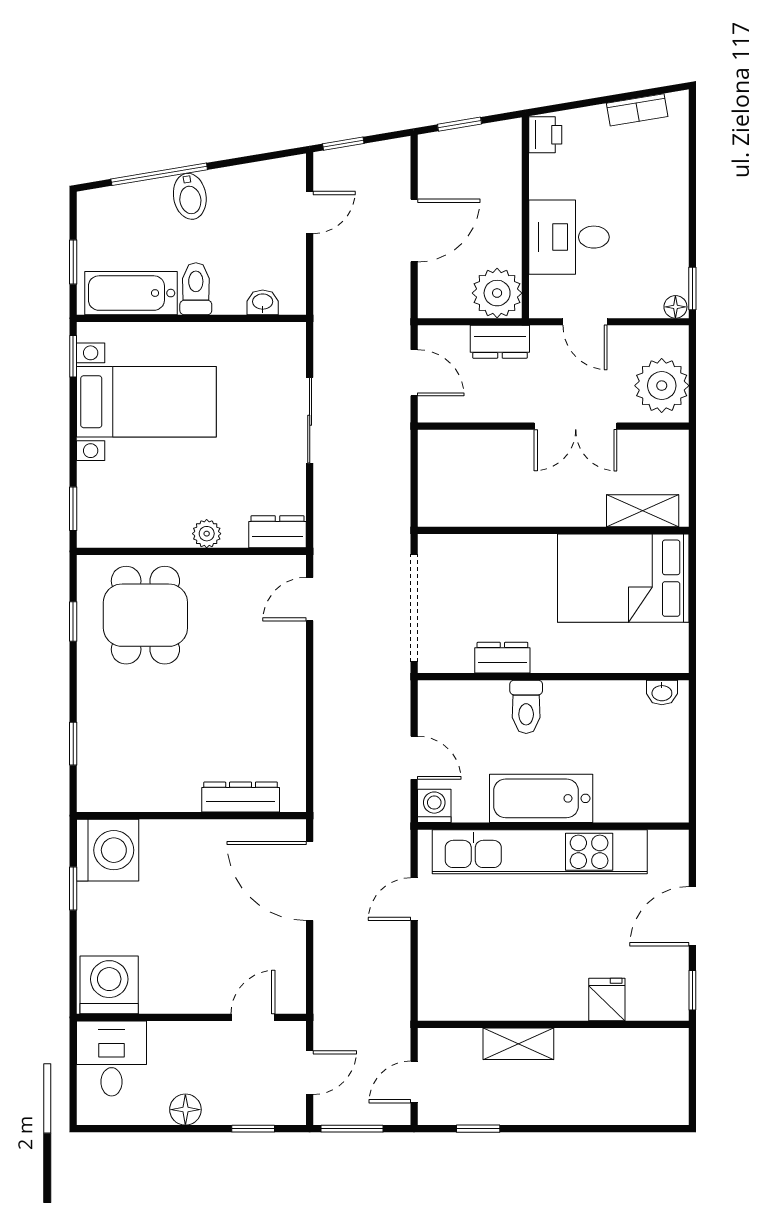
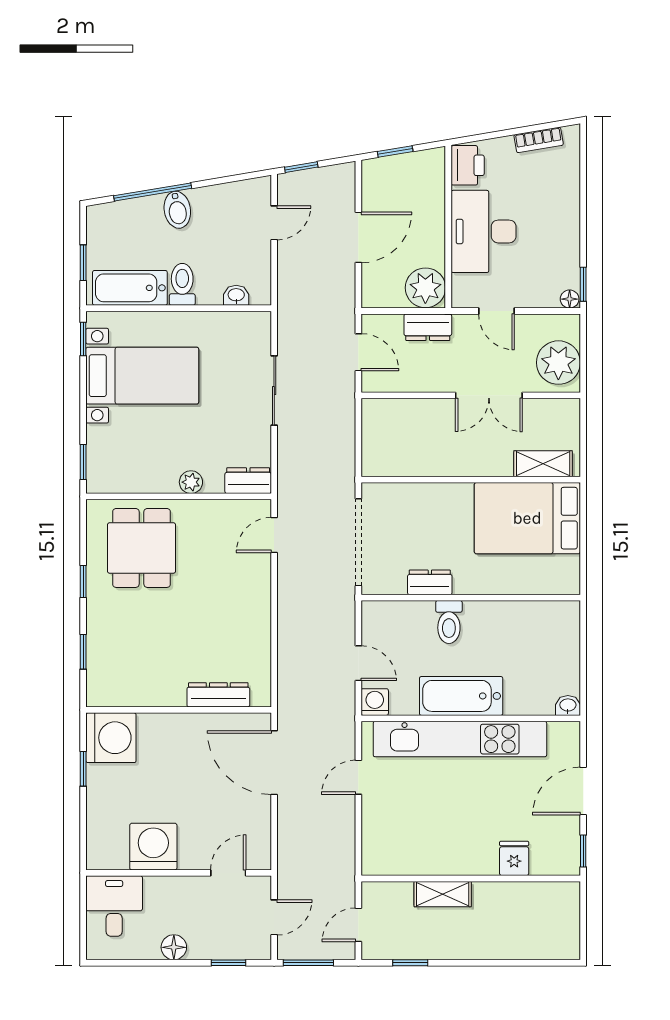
printer: (545, 135) -> (468, 165), width x1.36, depth x1.24
desk: (569, 237) -> (484, 231), width x1.37
window: (73, 622) -> (83, 581), moved
washbasin: (662, 692) -> (568, 706), moved, turned 180
washing machine: (109, 985) -> (153, 847), moved

